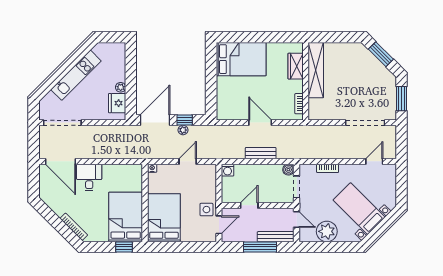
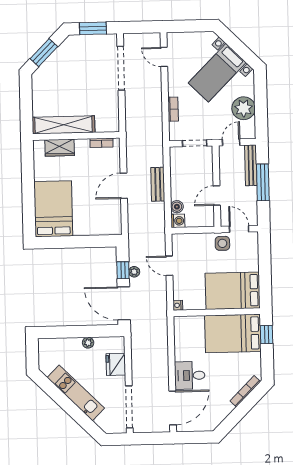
fridge: (117, 103) -> (116, 364), moved, turned 90
boiler: (288, 170) -> (177, 207), moved
door: (249, 205) -> (217, 196), hinge flipped

